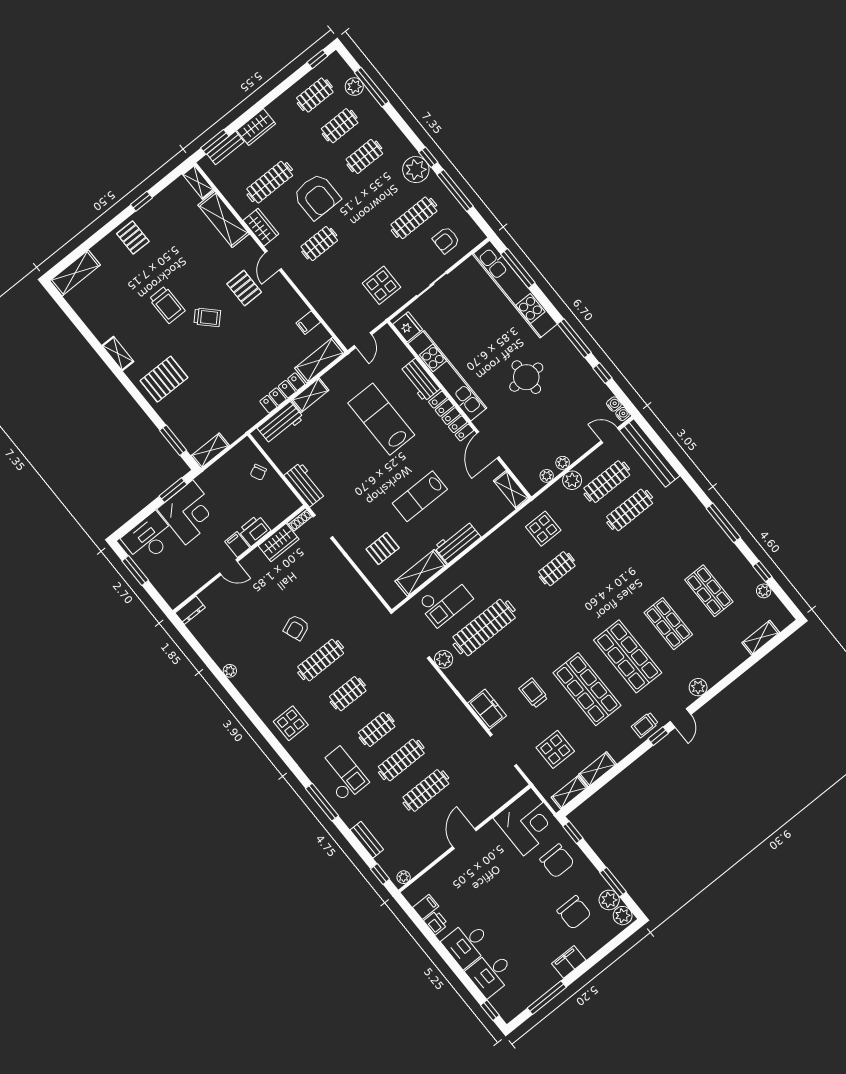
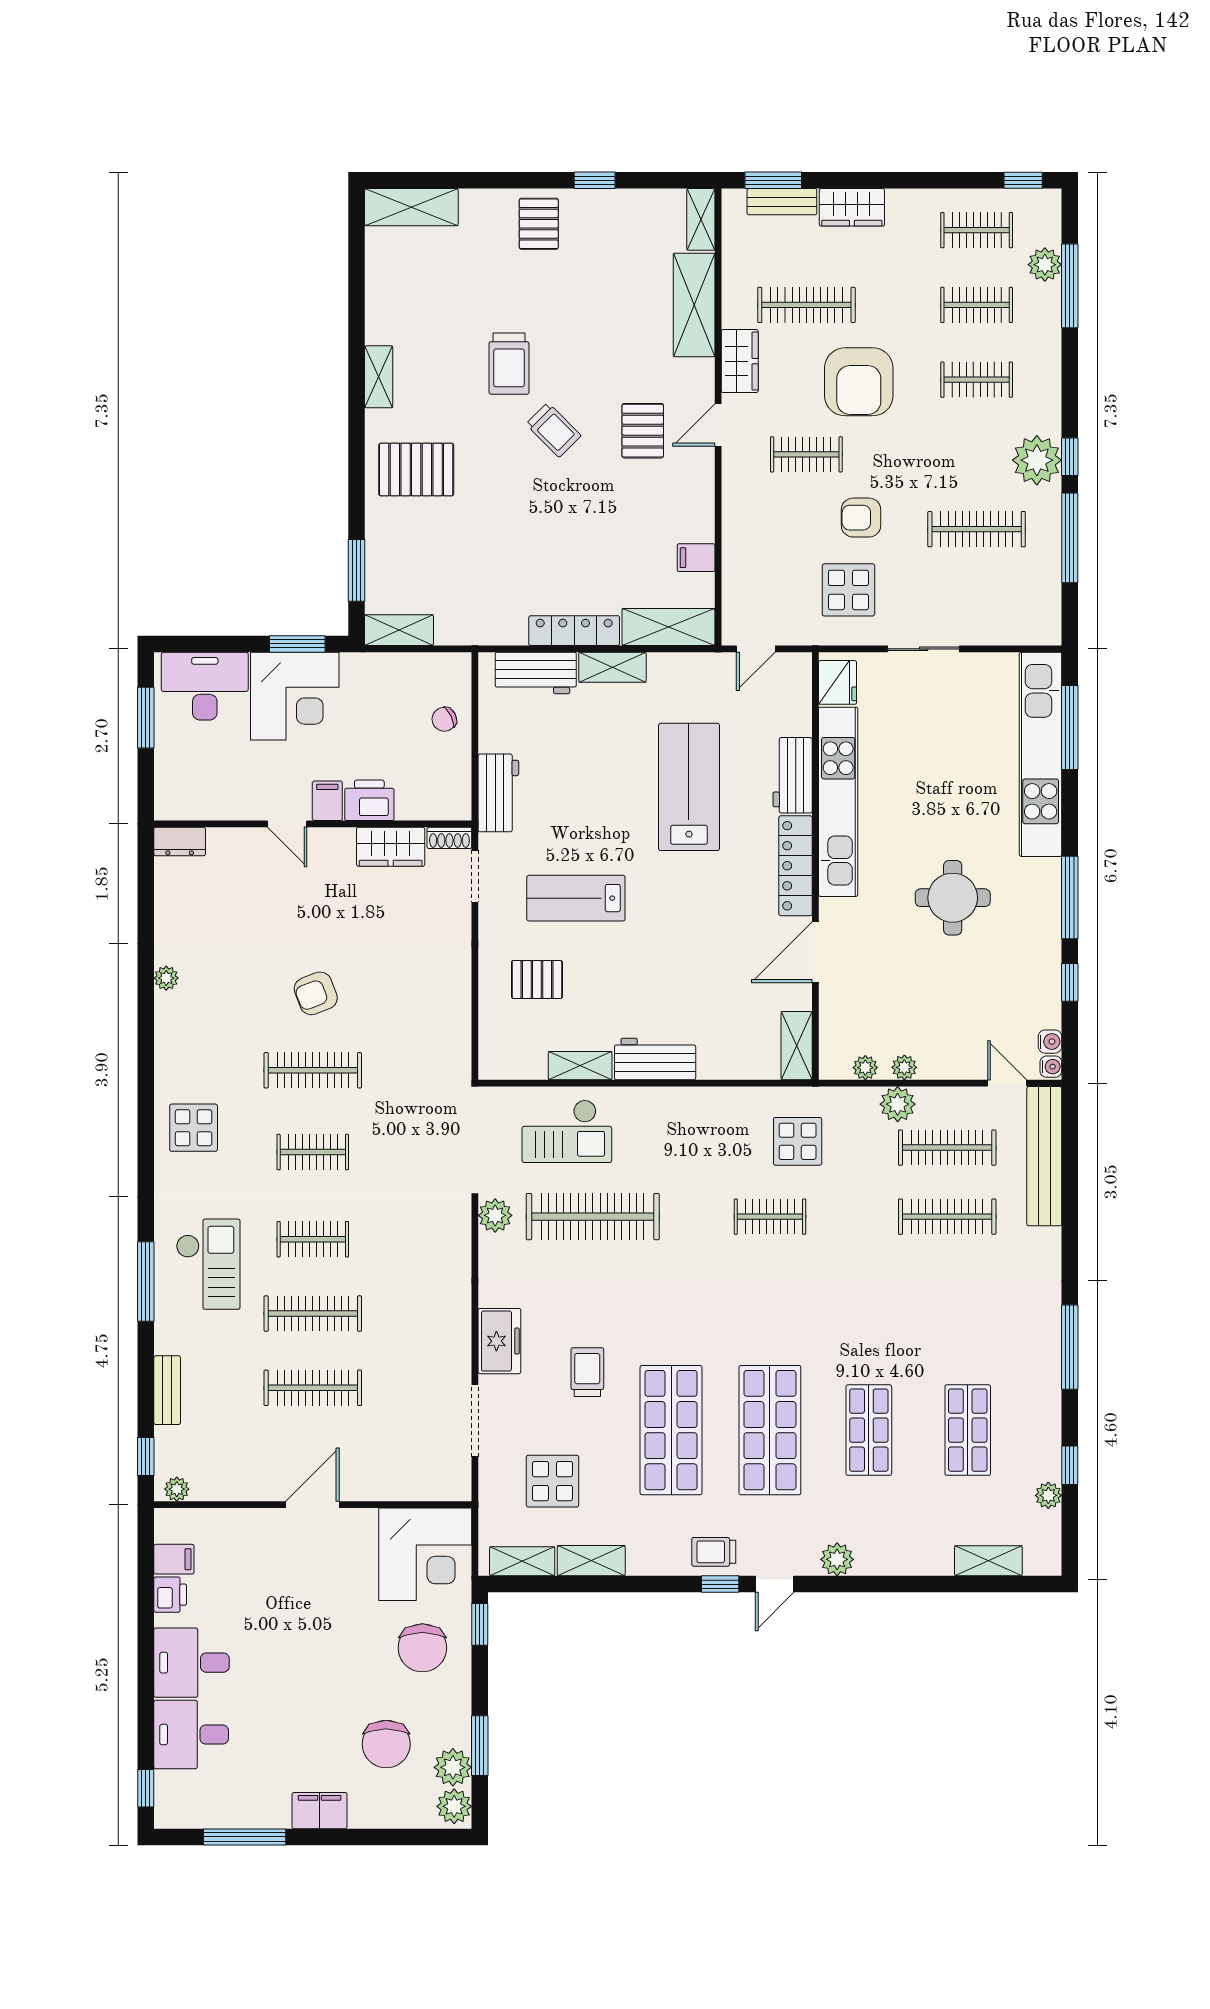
armchair: (446, 240) -> (861, 518), moved
lab bench: (420, 496) -> (576, 898), moved
shelving: (421, 573) -> (580, 1066), width x0.67, depth x0.75

